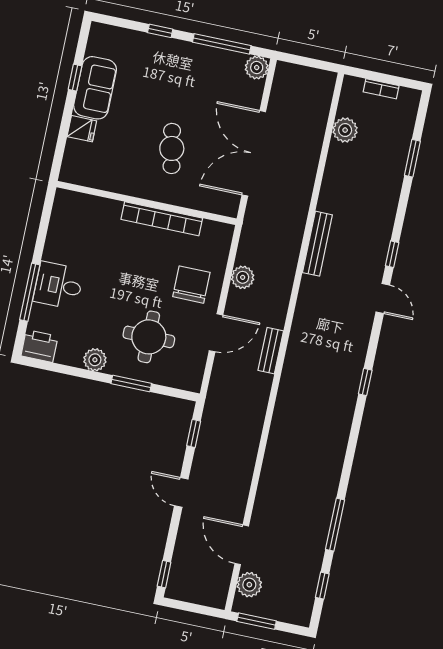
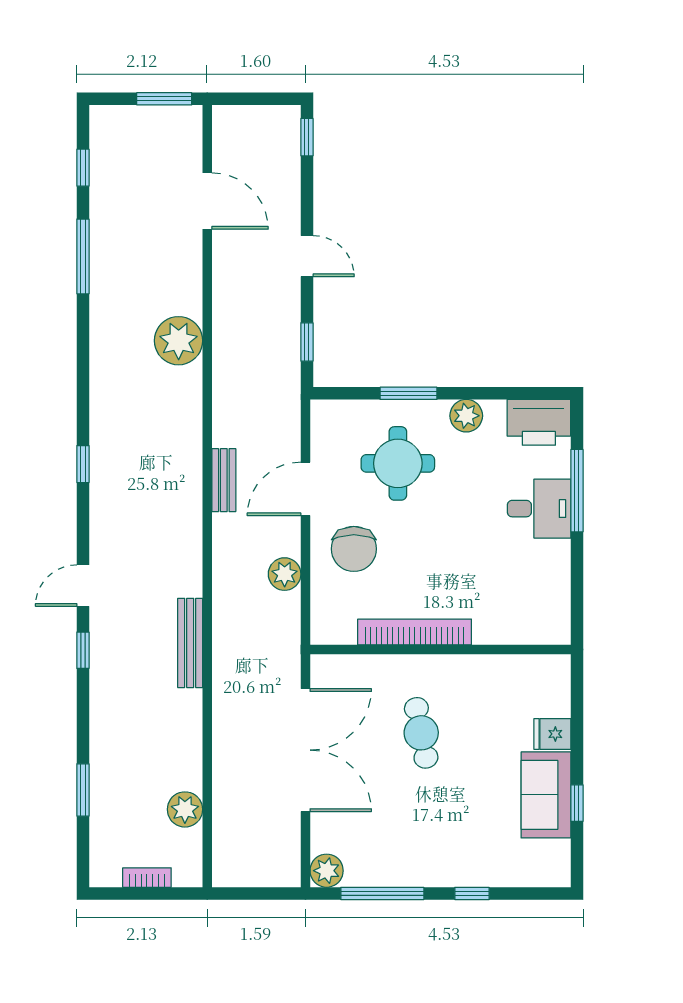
door: (383, 299) -> (83, 586), hinge flipped
printer: (40, 346) -> (539, 422), width x1.37, depth x1.19
plant: (249, 585) -> (179, 341), moved, width x1.36, depth x1.36

